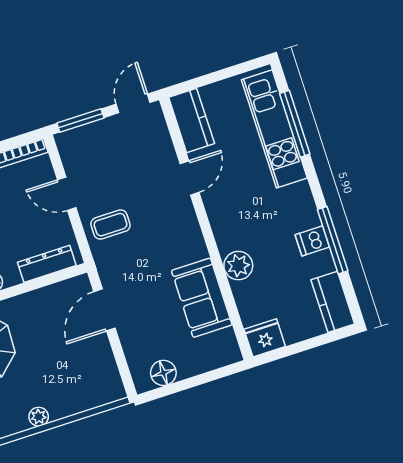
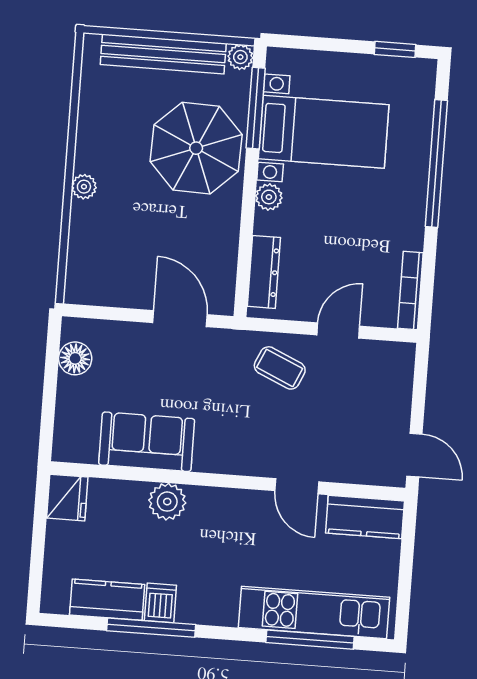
window: (80, 120) -> (420, 383), removed
coffee table: (110, 225) -> (280, 368), turned -66
kitchen counter: (333, 302) -> (107, 600), moved

